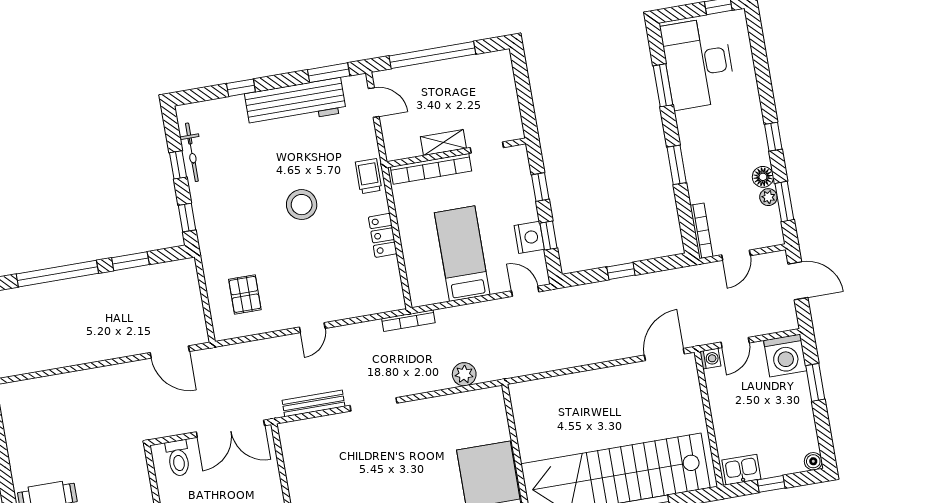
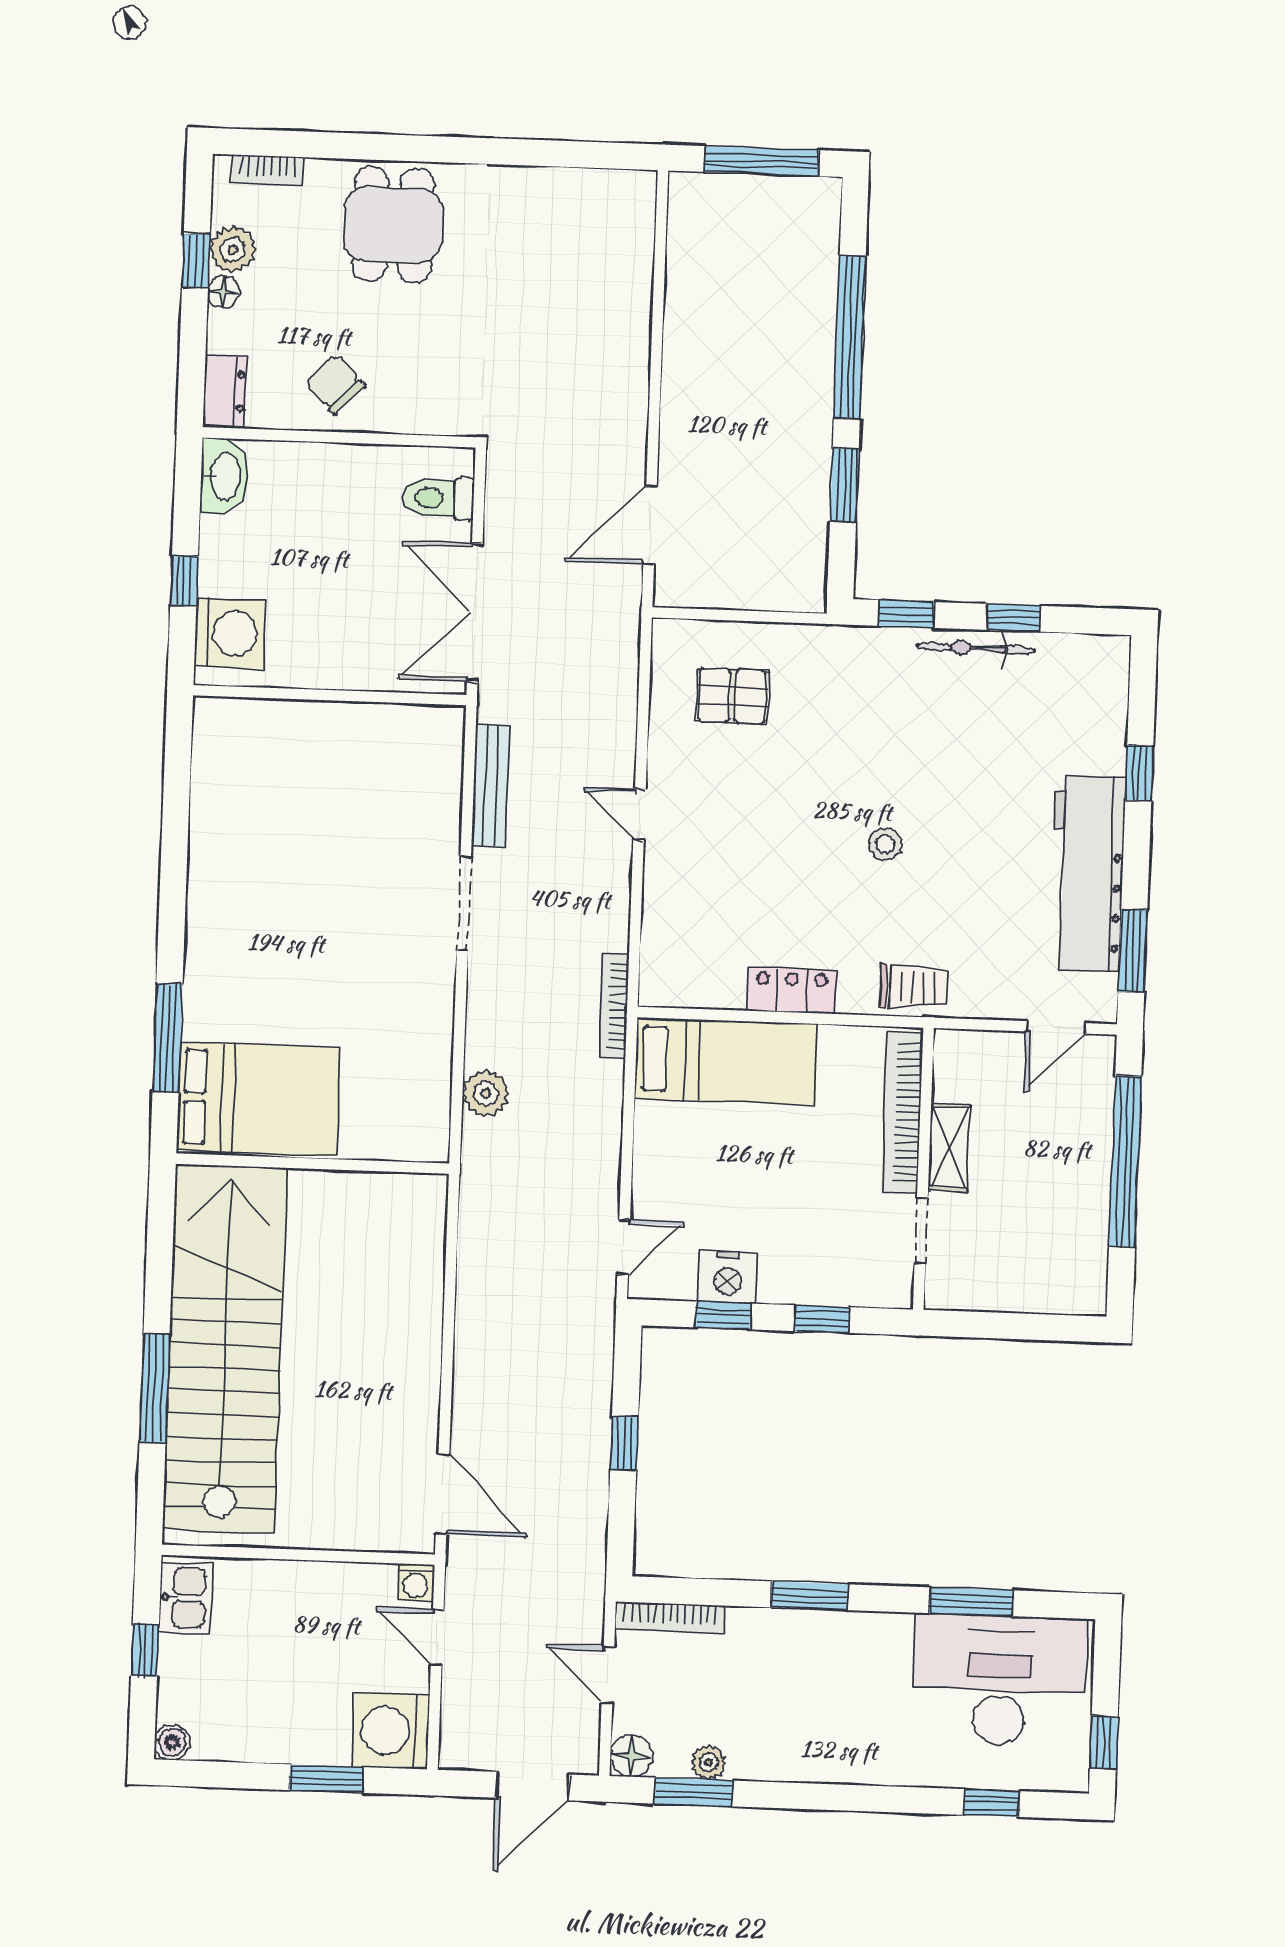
window: (773, 137) -> (991, 1803), moved
bicycle: (192, 152) -> (975, 648), moved
floor lamp: (763, 177) -> (631, 1756), moved
stool: (302, 205) -> (885, 844), width x0.53, depth x0.53
bed: (462, 254) -> (726, 1061), moved

